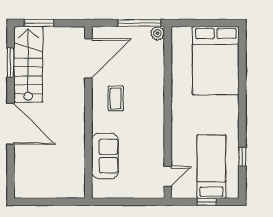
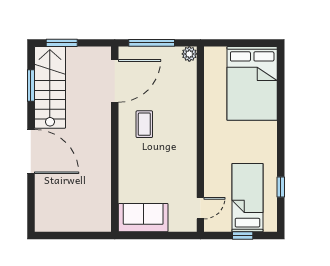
window: (139, 23) -> (152, 43), moved
sofa: (105, 156) -> (143, 218), moved, turned -90

